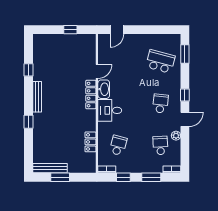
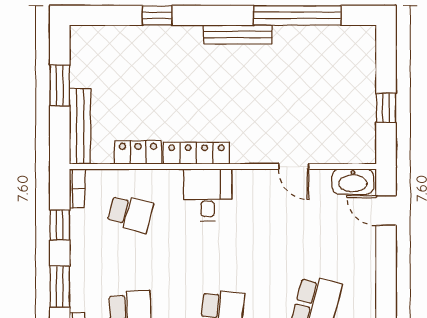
window: (28, 70) -> (297, 15), width x3.17
washbasin: (104, 89) -> (353, 182), moved
locker: (91, 95) -> (196, 153), moved
window: (28, 122) -> (157, 15), moved
bench: (50, 168) -> (80, 126), moved

